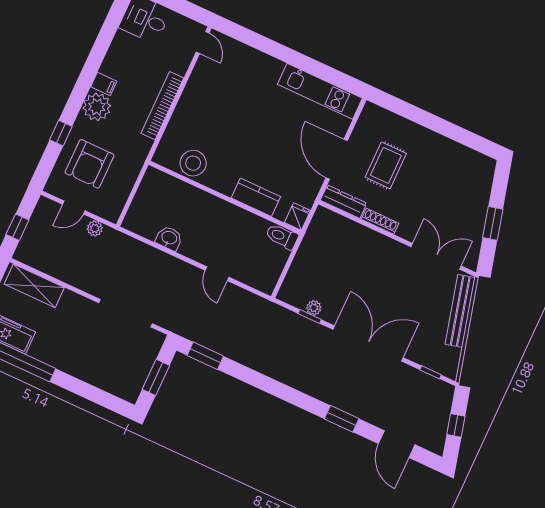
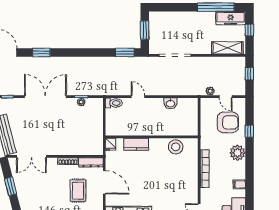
filing cabinet: (104, 84) -> (239, 184), moved
armchair: (90, 164) -> (228, 122), turned 90
door: (74, 207) -> (226, 97), swing flipped
toilet: (282, 236) -> (114, 103), moved
double door: (368, 343) -> (45, 97), swing flipped

